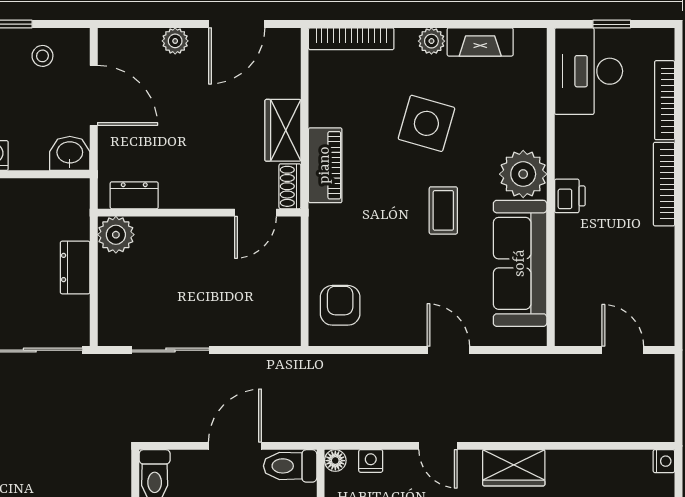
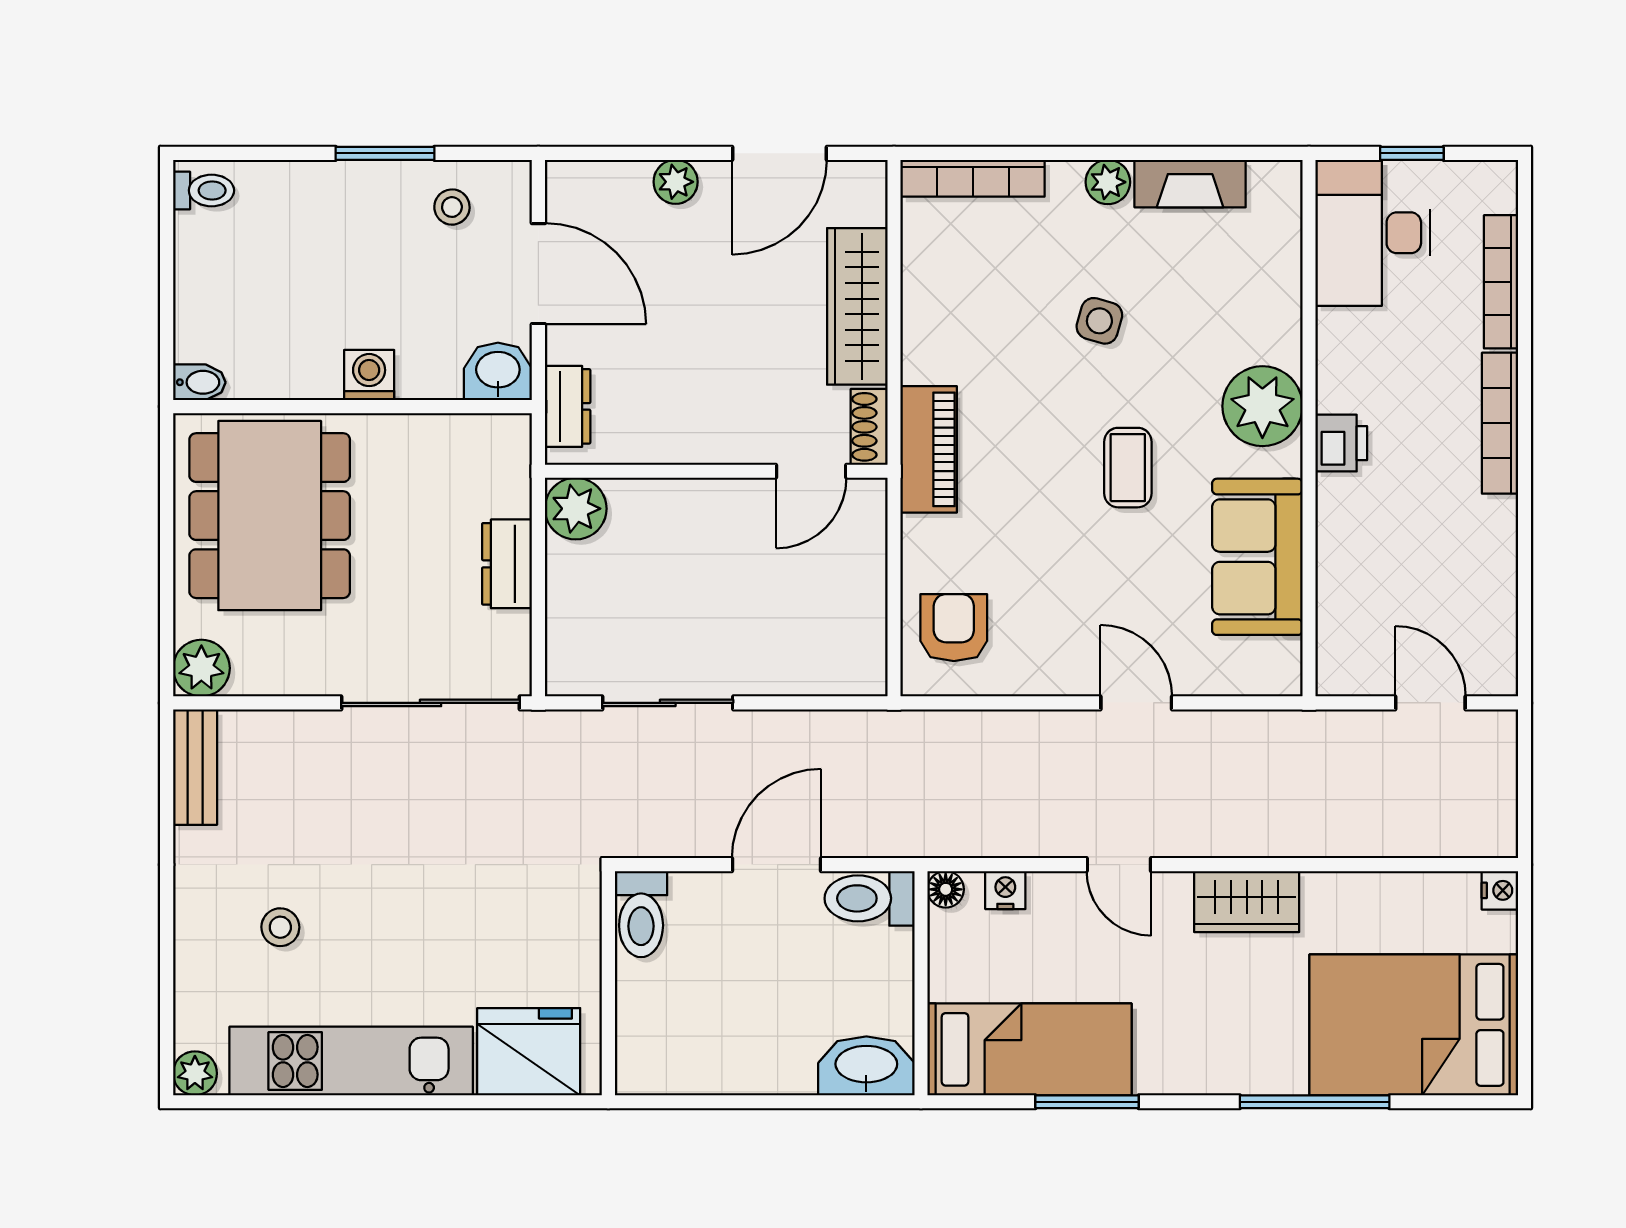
side table: (426, 123) -> (1099, 321), width x0.54, depth x0.54
wardrobe: (283, 130) -> (857, 306), width x1.50
piano: (325, 165) -> (929, 449), moved
dresser: (134, 195) -> (568, 406), moved, turned 90
sofa: (520, 263) -> (1257, 557), width x0.73

